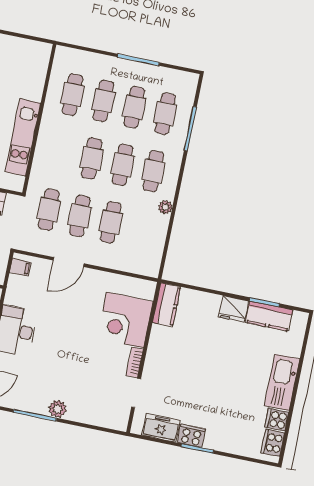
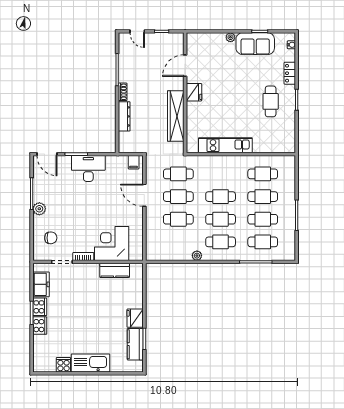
kitchen counter: (166, 305) -> (115, 270), moved
chair: (100, 401) -> (51, 238), added
cooker: (273, 443) -> (40, 326), moved, turned 90

